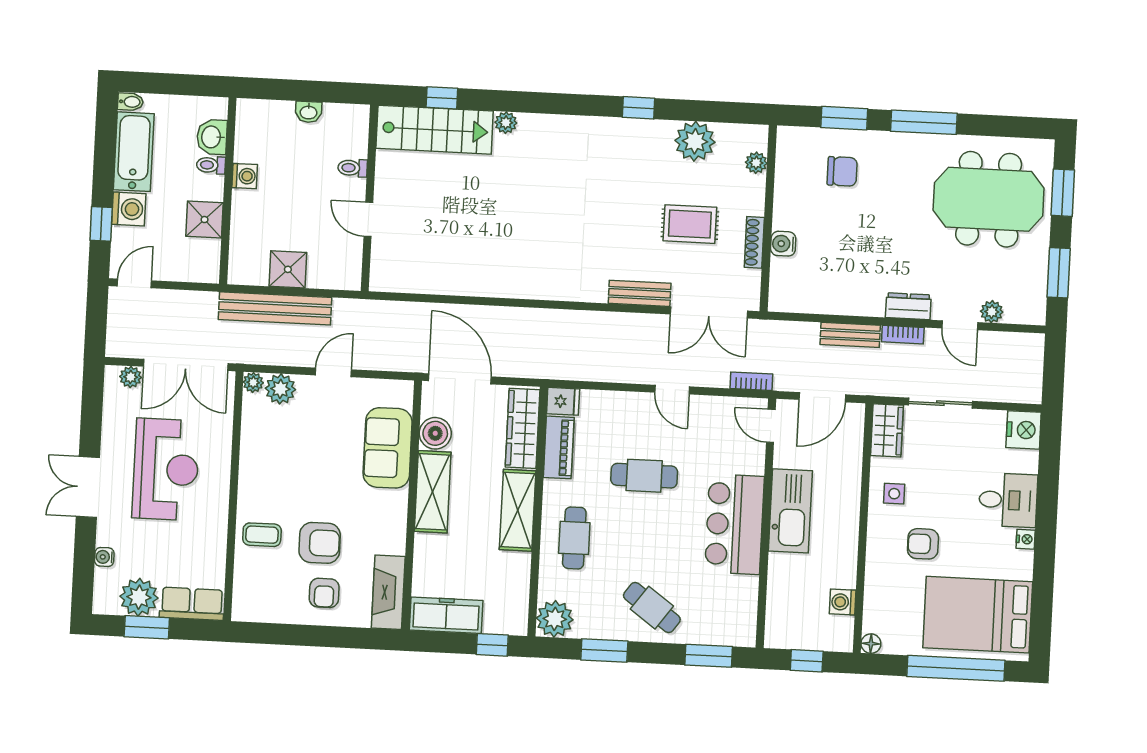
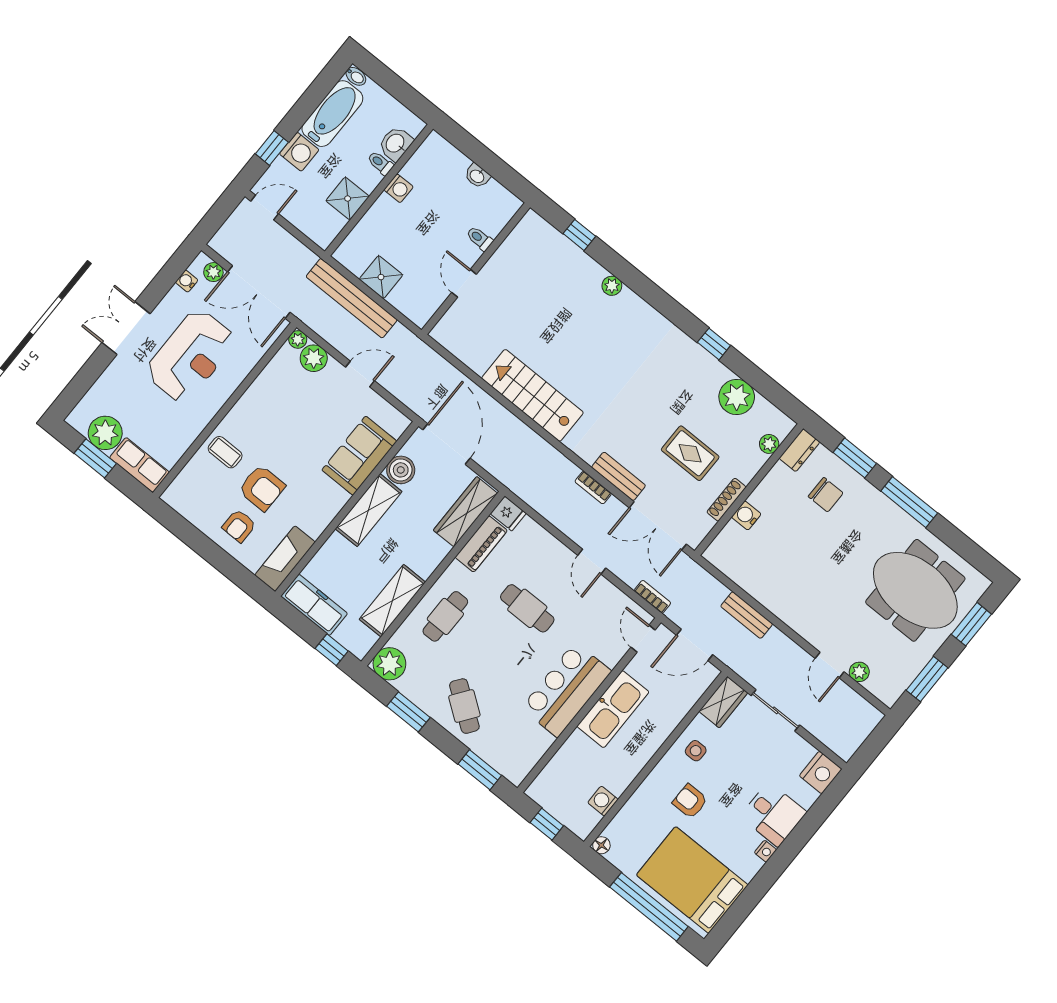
stairs: (435, 130) -> (532, 395), moved, turned 180
dresser: (908, 306) -> (799, 450), moved, turned 90
bookcase: (903, 335) -> (593, 487), moved
shelving: (518, 510) -> (392, 601), moved
water cooler: (104, 557) -> (187, 281), moved

